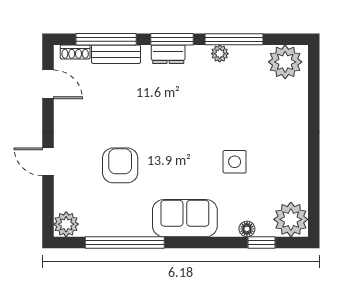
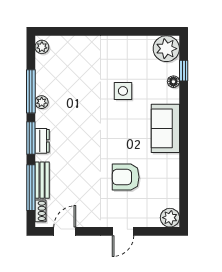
plant: (285, 62) -> (42, 47), width x0.53, depth x0.53
window: (125, 242) -> (184, 174), removed

